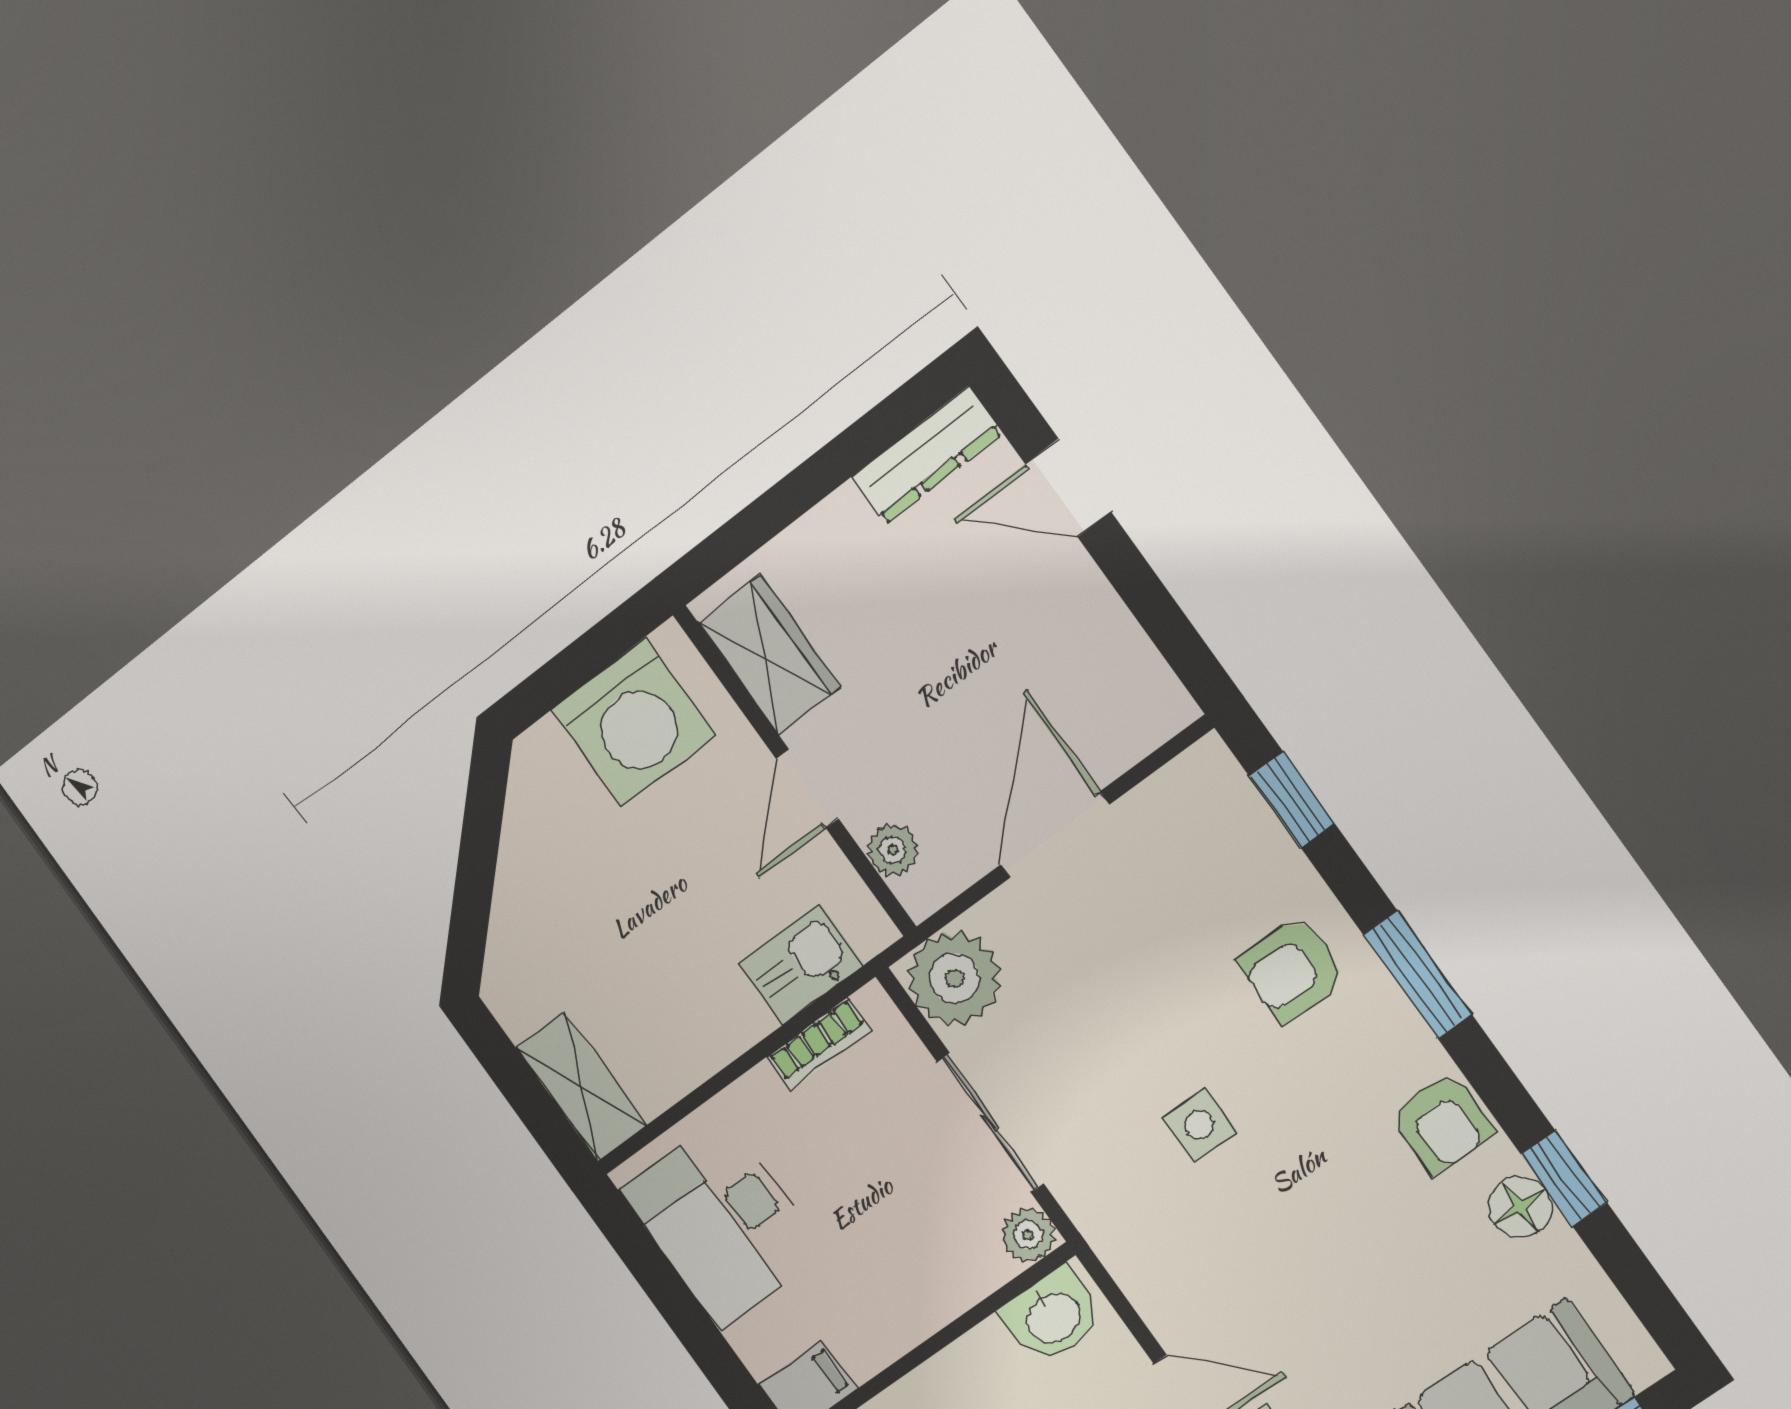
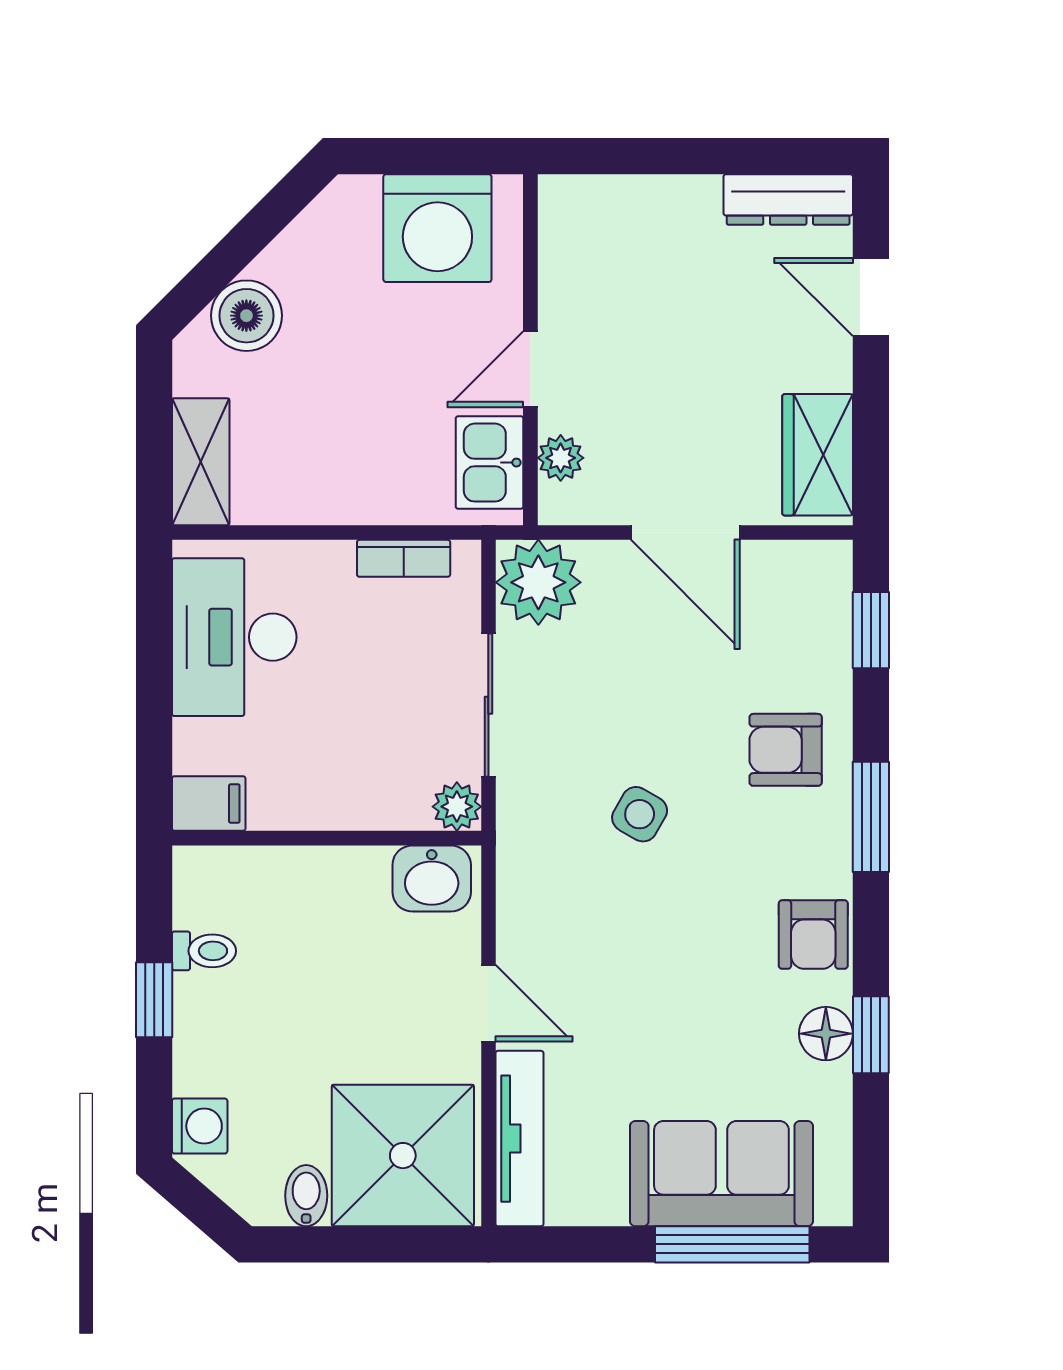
wardrobe: (769, 655) -> (818, 455), moved, turned 180
door: (1055, 835) -> (685, 533), swing flipped
boiler: (526, 927) -> (246, 316), added
kitchen sink: (801, 965) -> (490, 463), moved, turned -90
side table: (1199, 1125) -> (640, 814), turned 30

